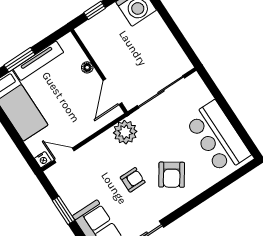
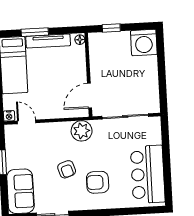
floor lamp: (87, 67) -> (80, 40), moved
armchair: (172, 175) -> (98, 182), turned 56
armchair: (133, 180) -> (67, 169), turned 72

